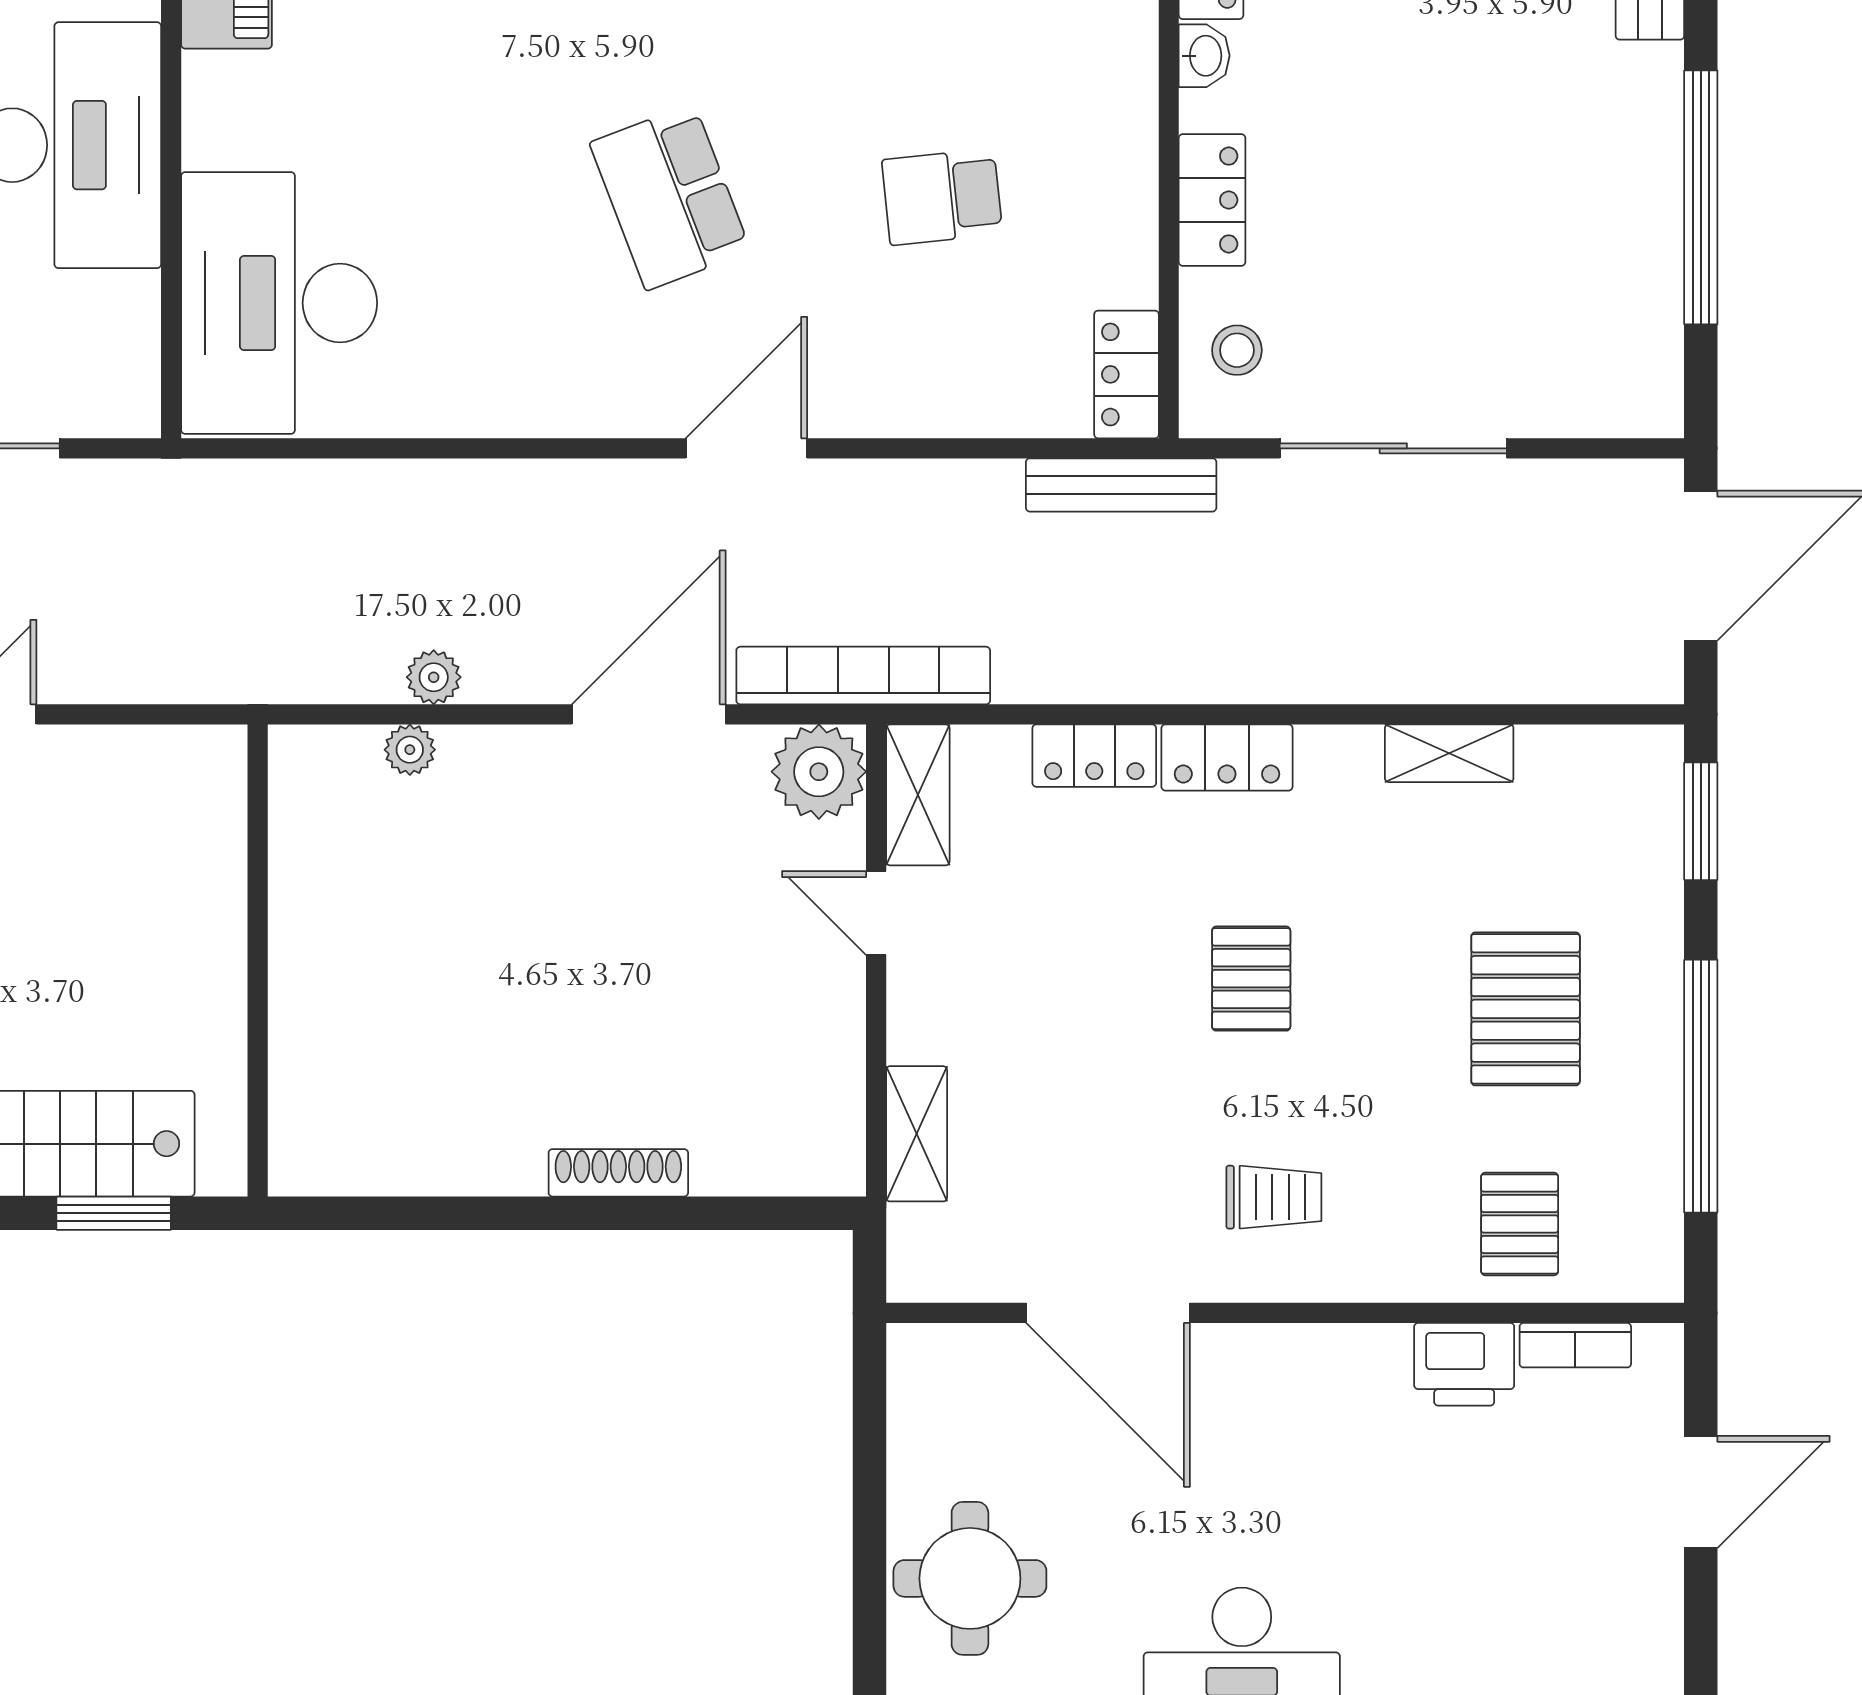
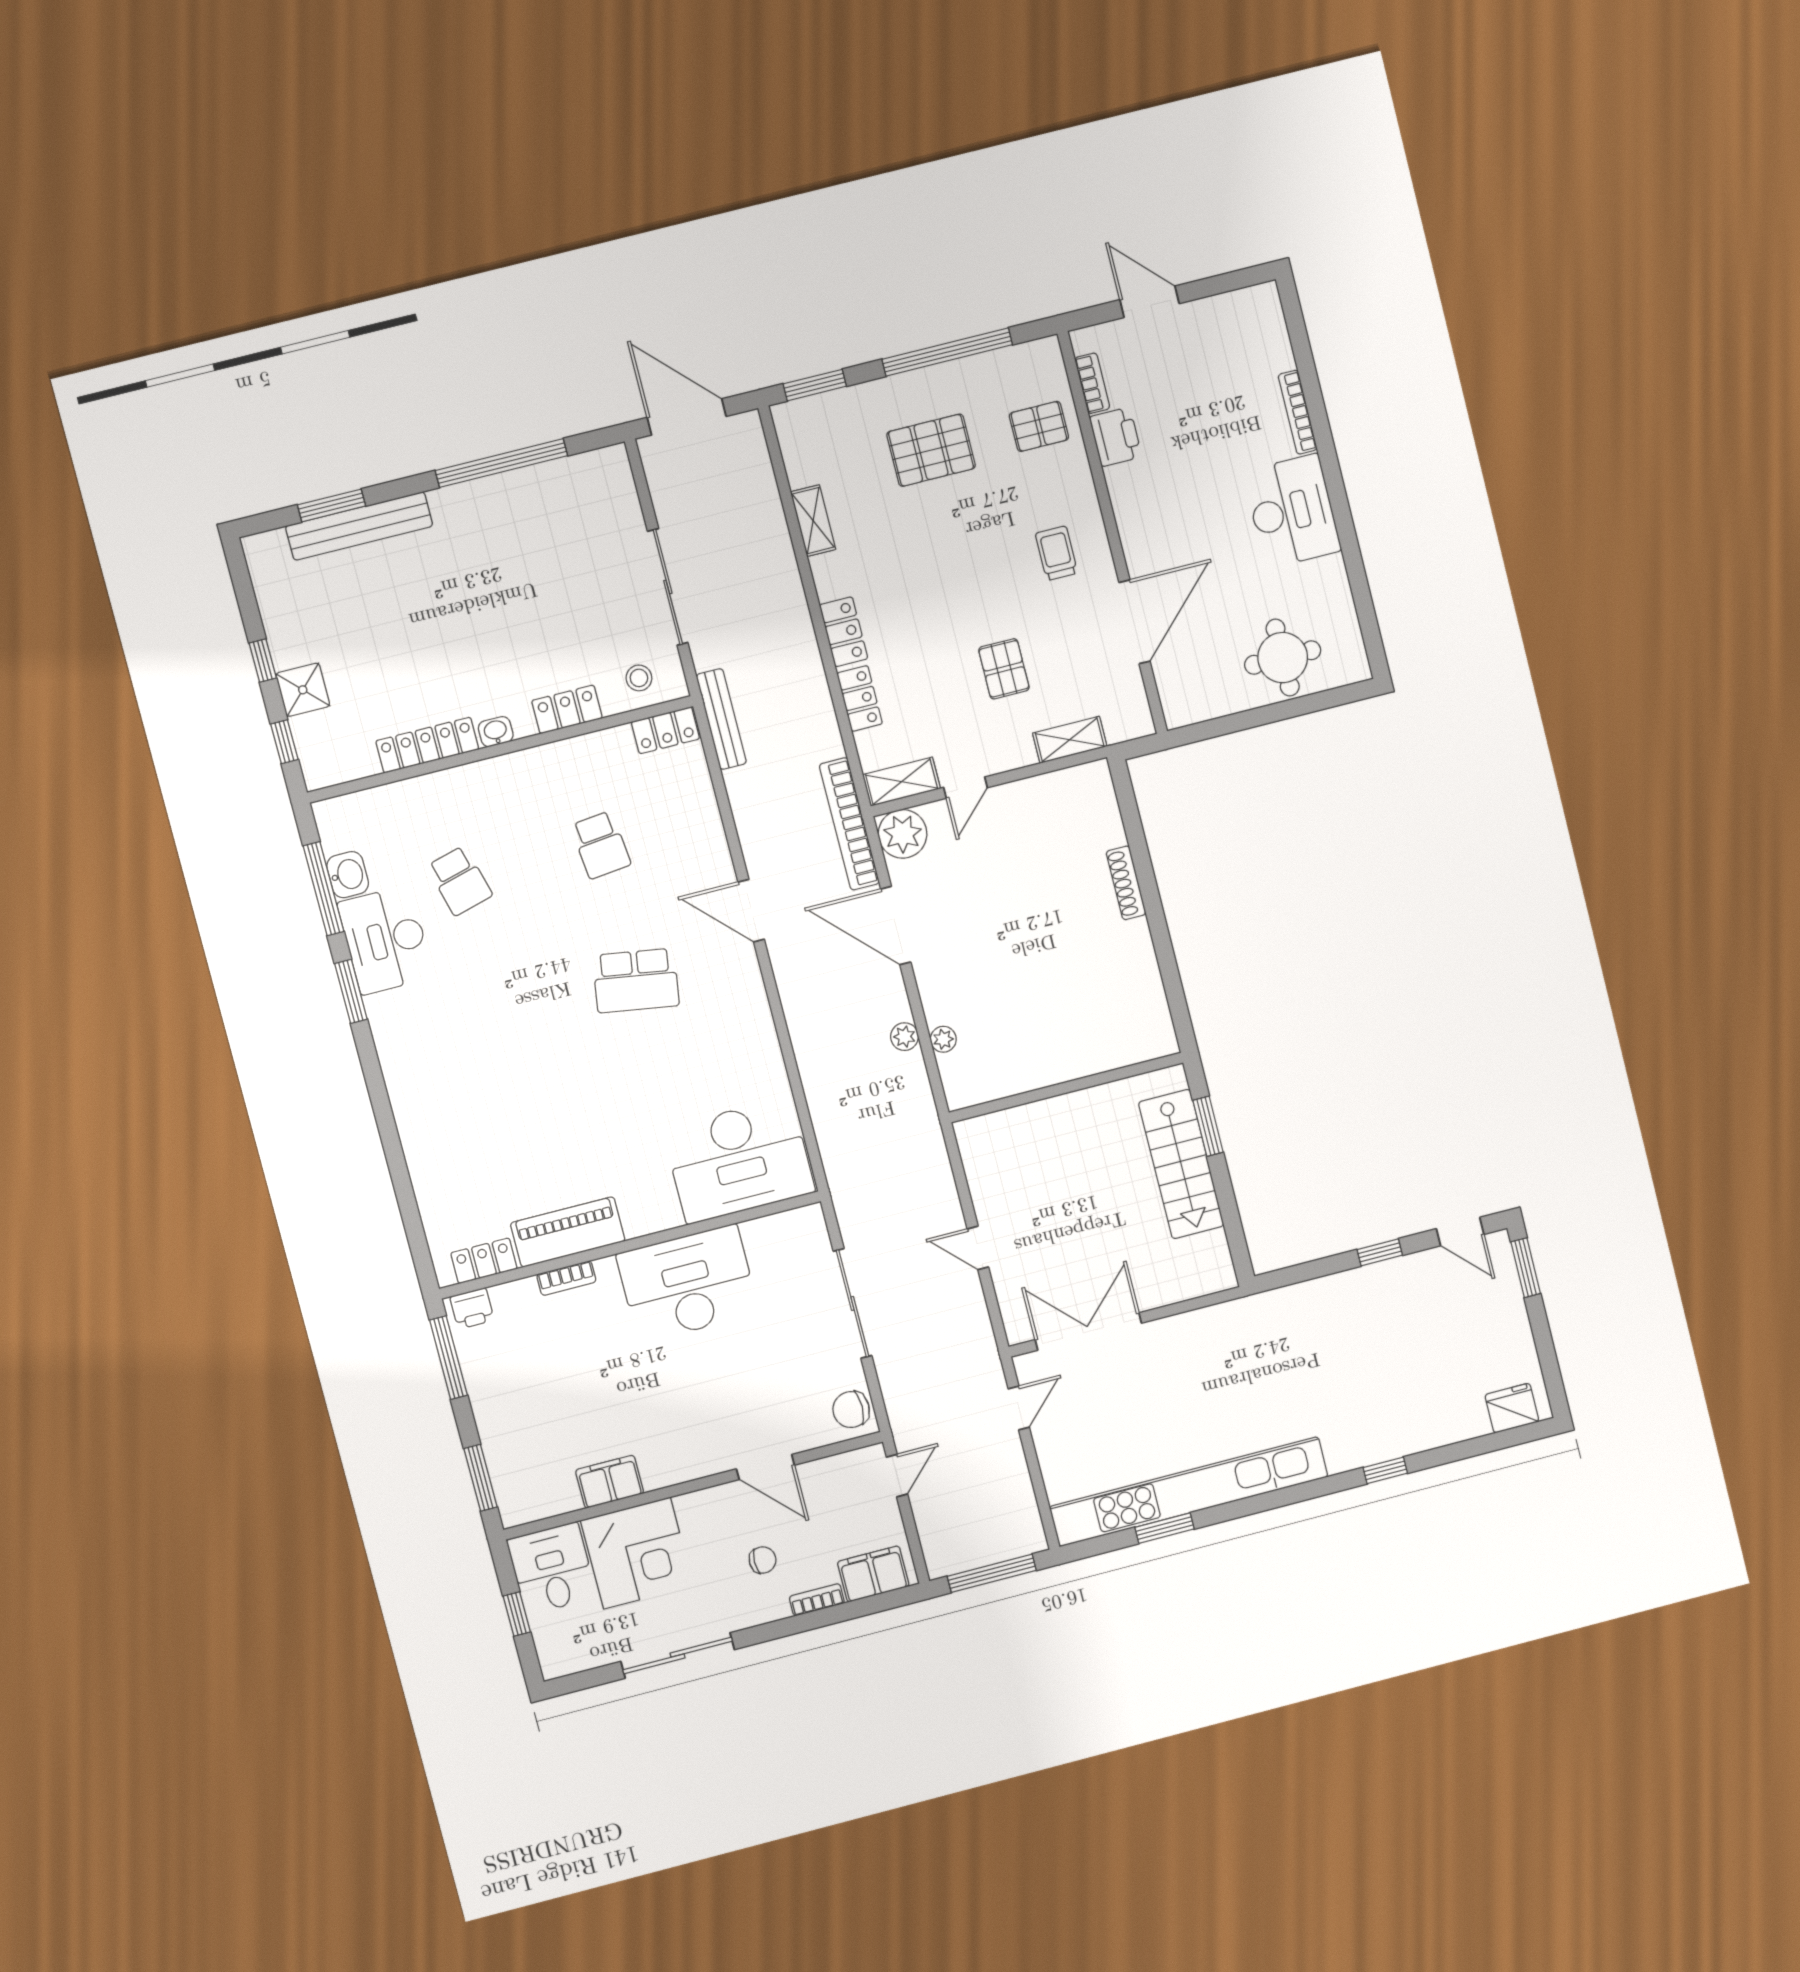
school desk: (670, 197) -> (636, 980), turned 30
pallet: (1251, 979) -> (1004, 669), moved, turned 90

